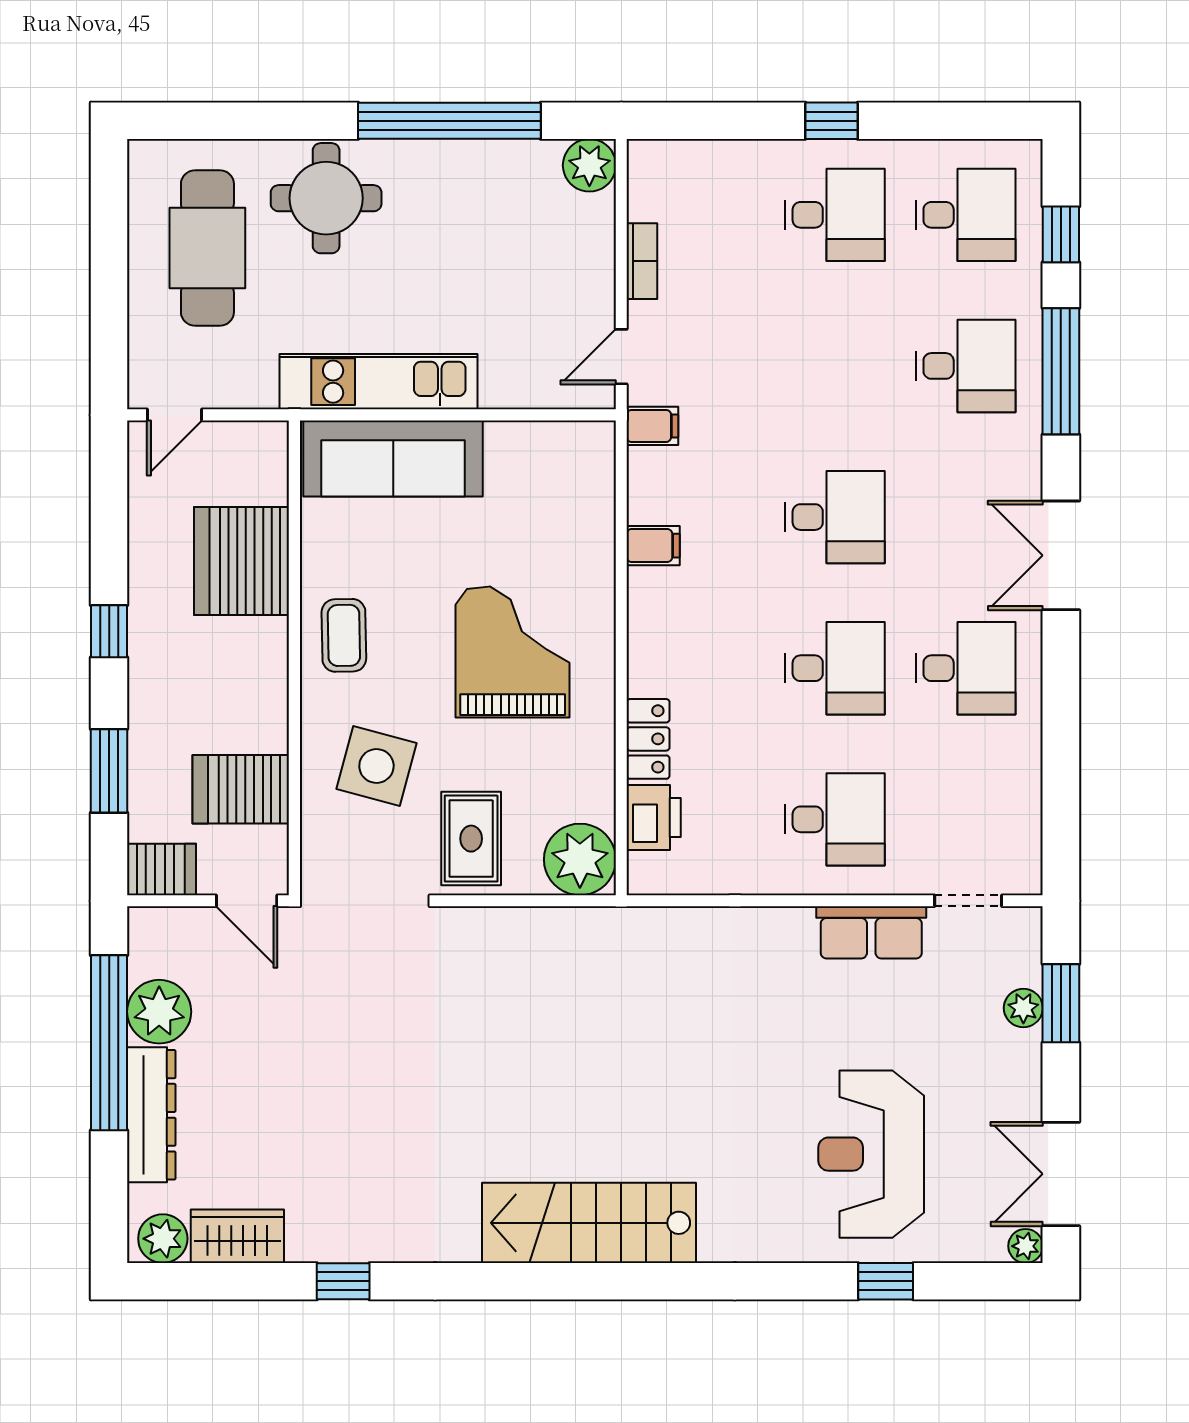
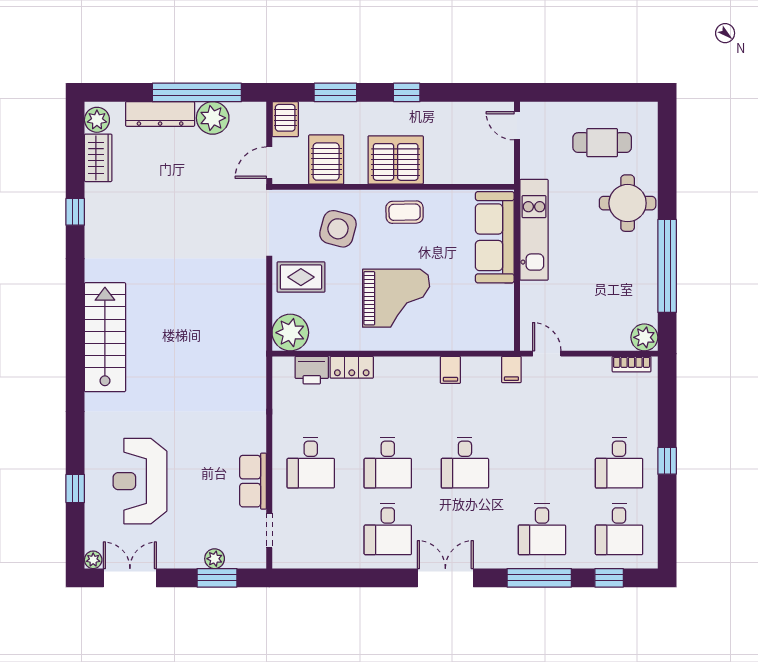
cafe table: (207, 248) -> (602, 143), width x0.73, depth x0.74
bookcase: (642, 261) -> (632, 364), moved
server rack: (242, 561) -> (396, 160), moved
reception desk: (871, 1154) -> (140, 481), turned -90

